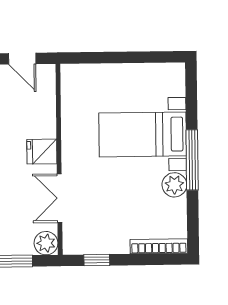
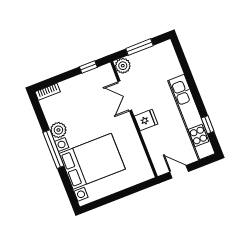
bed with nightstands: (143, 134) -> (92, 161), width x1.36
double door: (60, 198) -> (125, 96), swing flipped
bookcase: (159, 246) -> (48, 92), width x0.64

